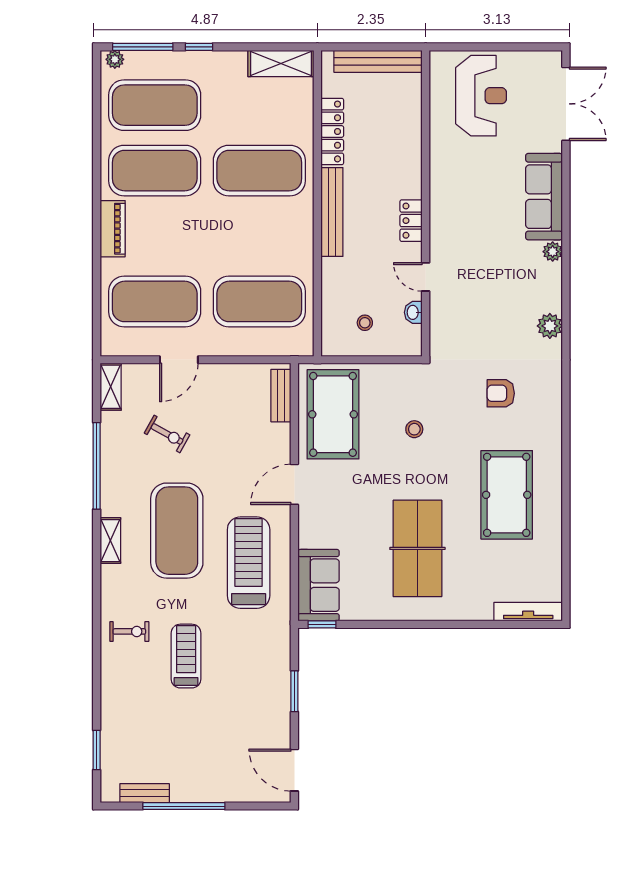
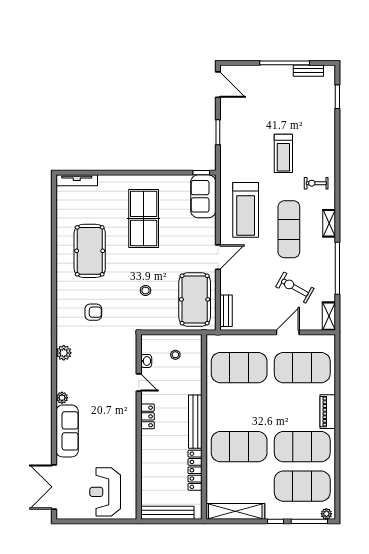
shelving: (281, 64) -> (235, 511), width x1.47
exercise bike: (167, 434) -> (295, 288), width x1.38, depth x1.39
exercise mat: (177, 531) -> (289, 229), width x0.68
exercise bike: (129, 631) -> (316, 183), moved

